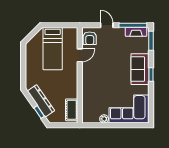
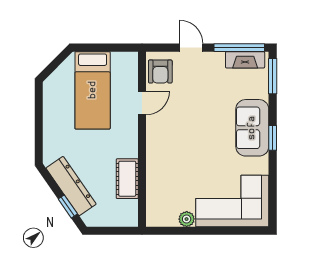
cot: (72, 110) -> (127, 179), moved

